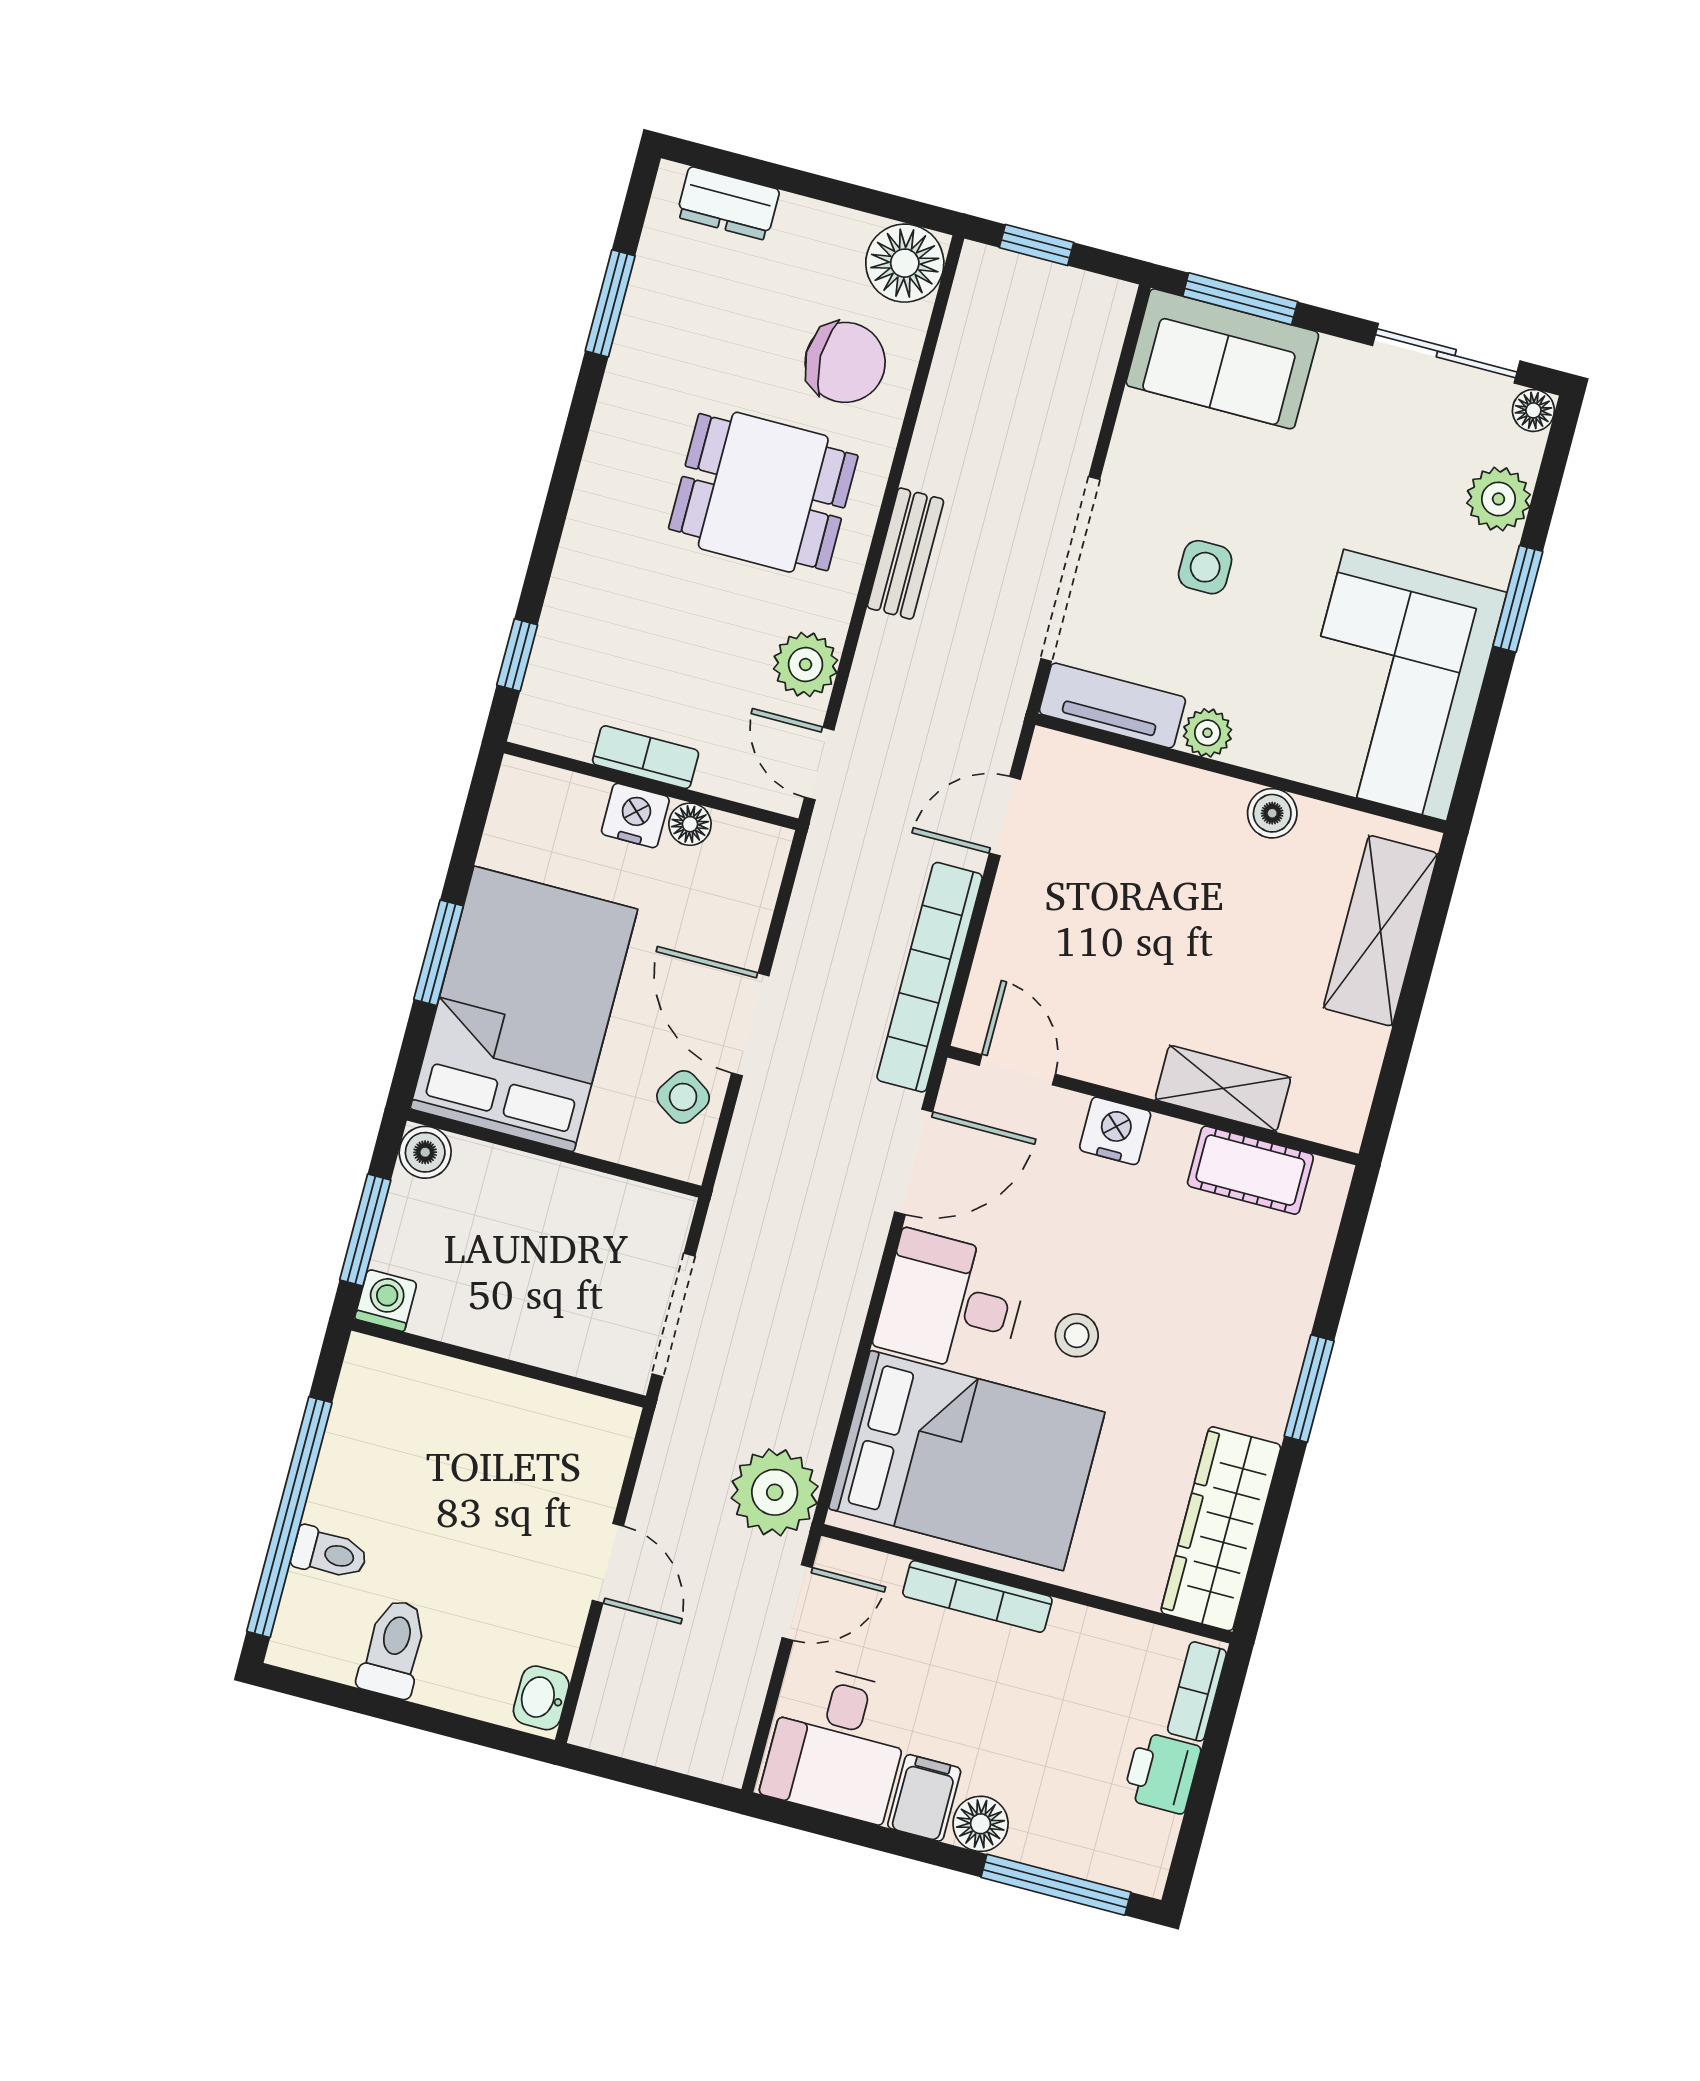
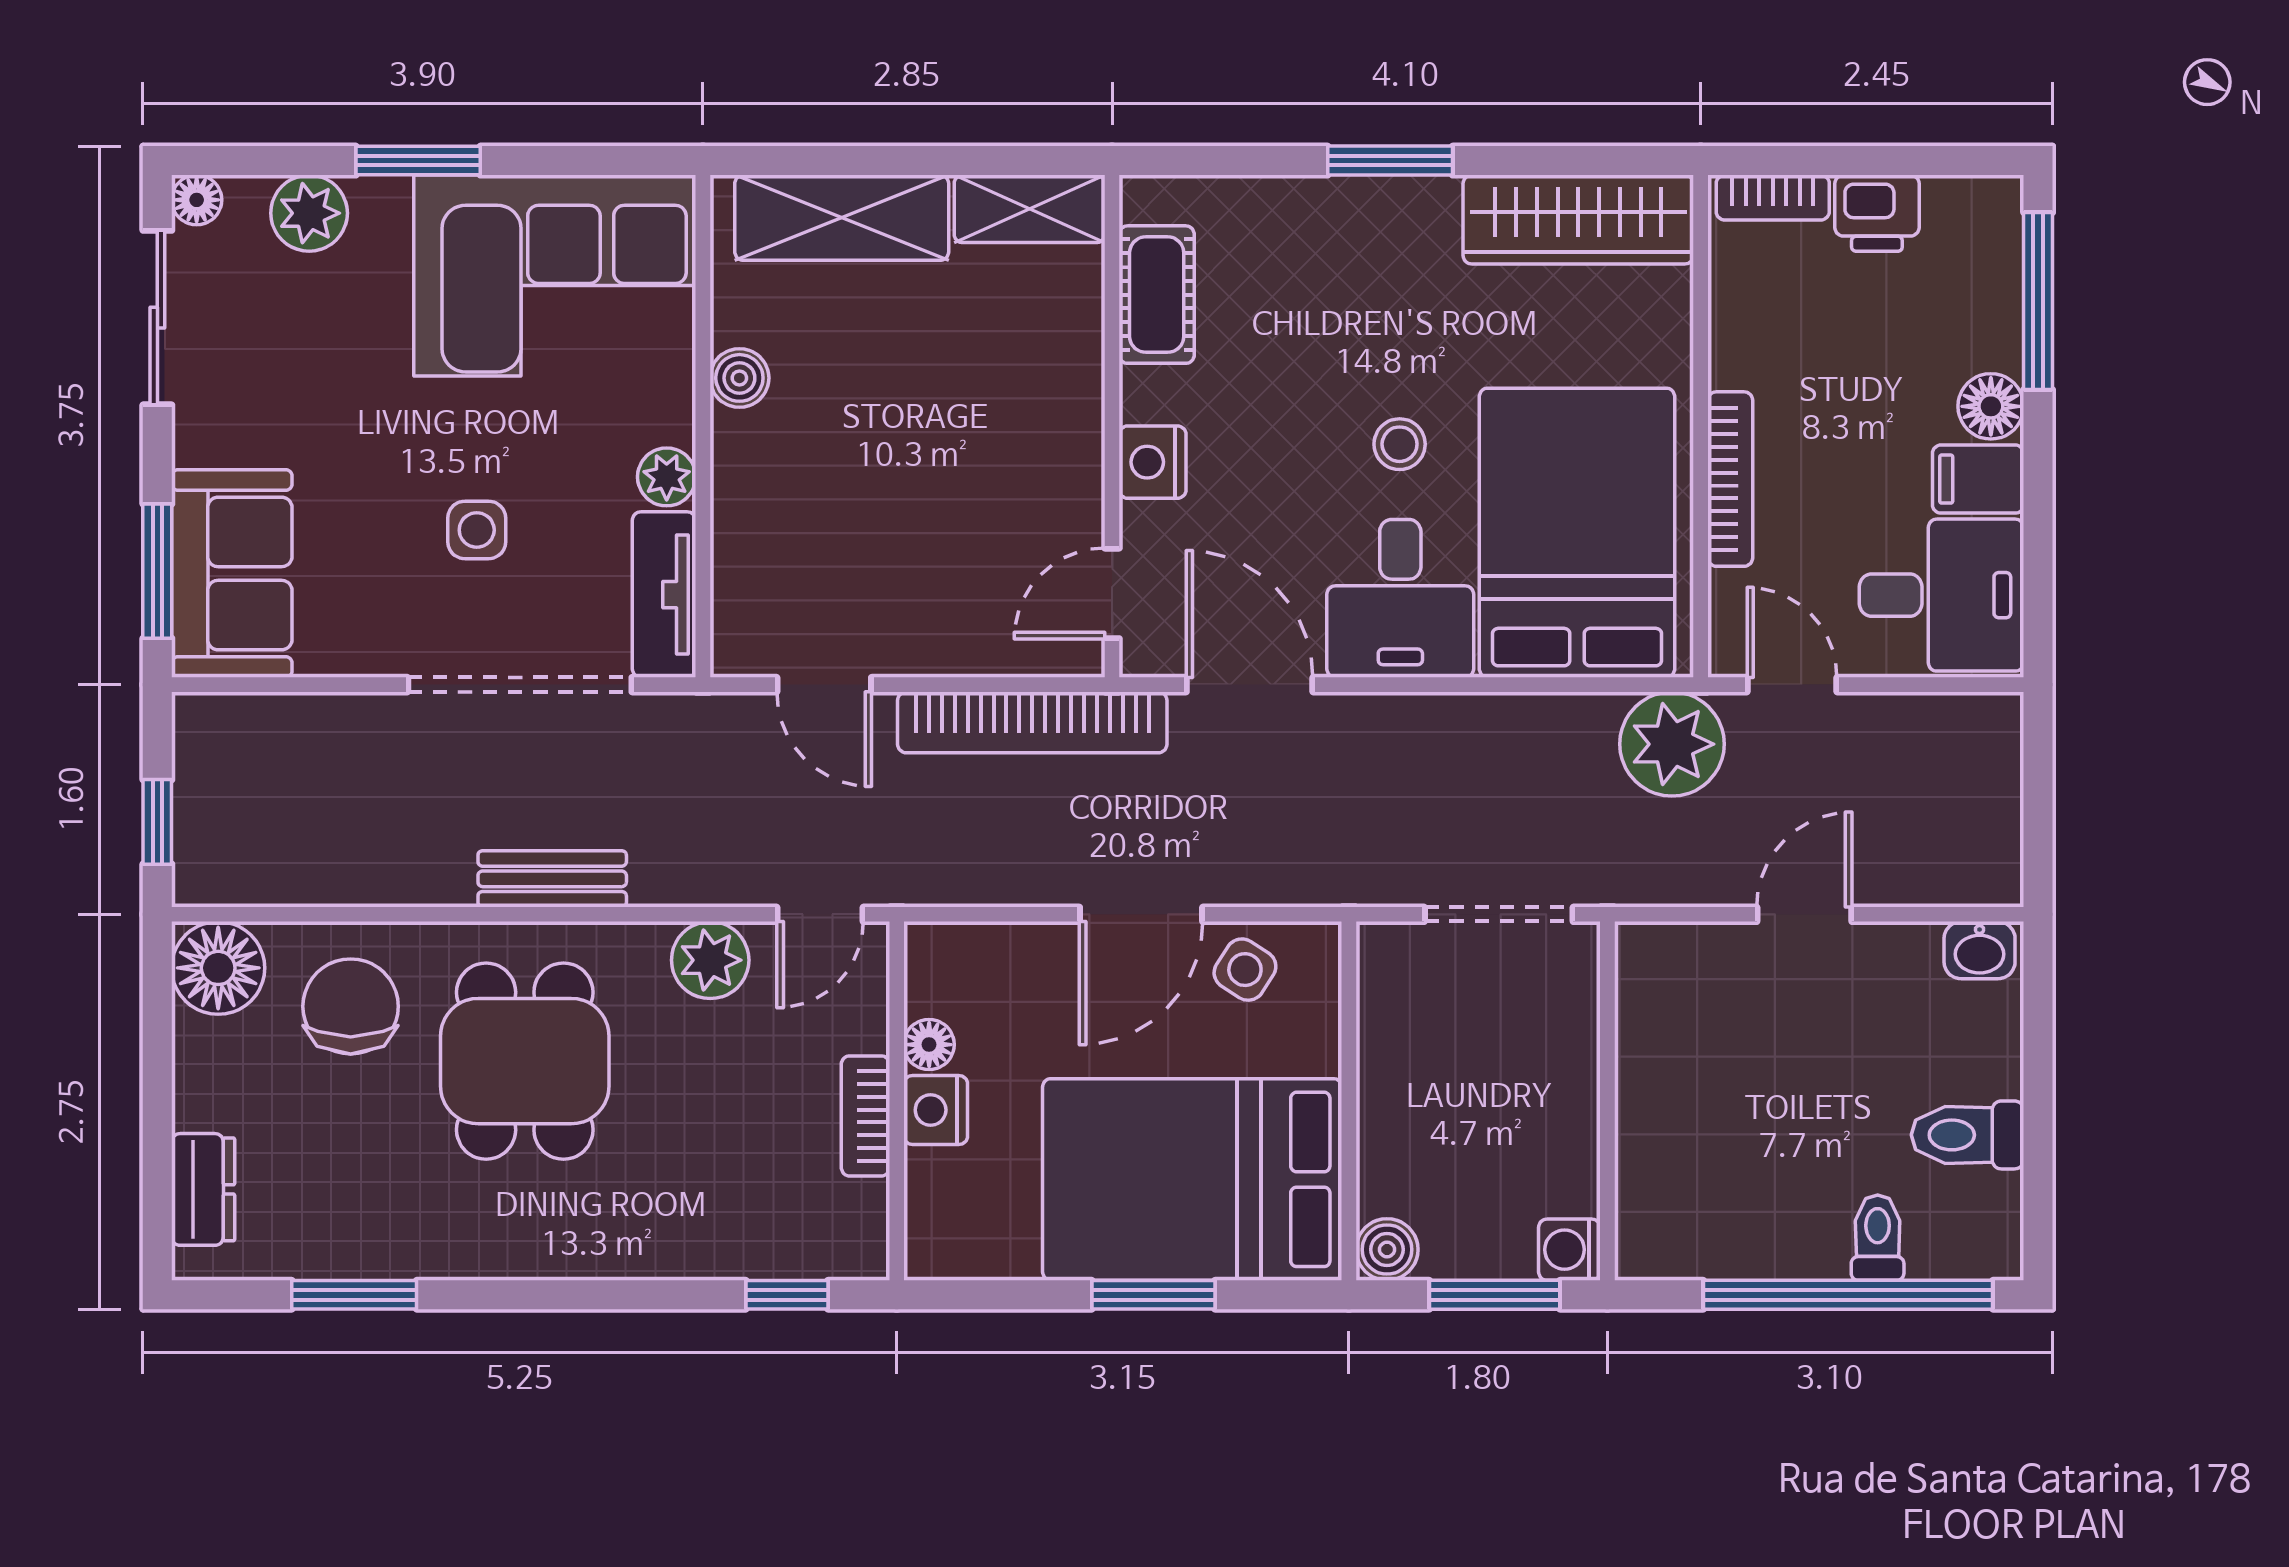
shelving: (1223, 1088) -> (1030, 209), moved, turned 90

